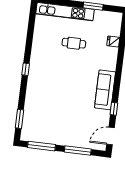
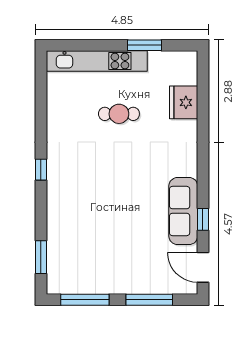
fridge: (113, 41) -> (184, 102), width x1.88, depth x1.34
sofa: (105, 90) -> (183, 211), moved
door: (111, 136) -> (203, 267), hinge flipped

